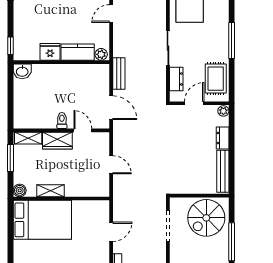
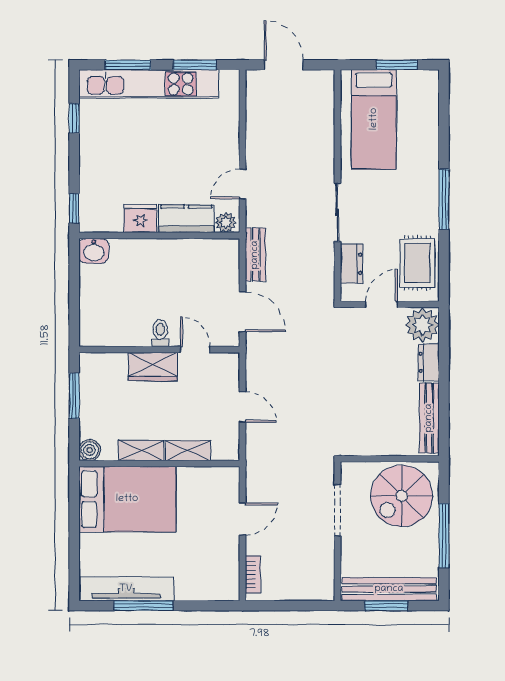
door: (111, 14) -> (242, 184), moved
plant: (223, 111) -> (422, 325), width x1.88, depth x1.88
shelving: (28, 138) -> (188, 451), moved

